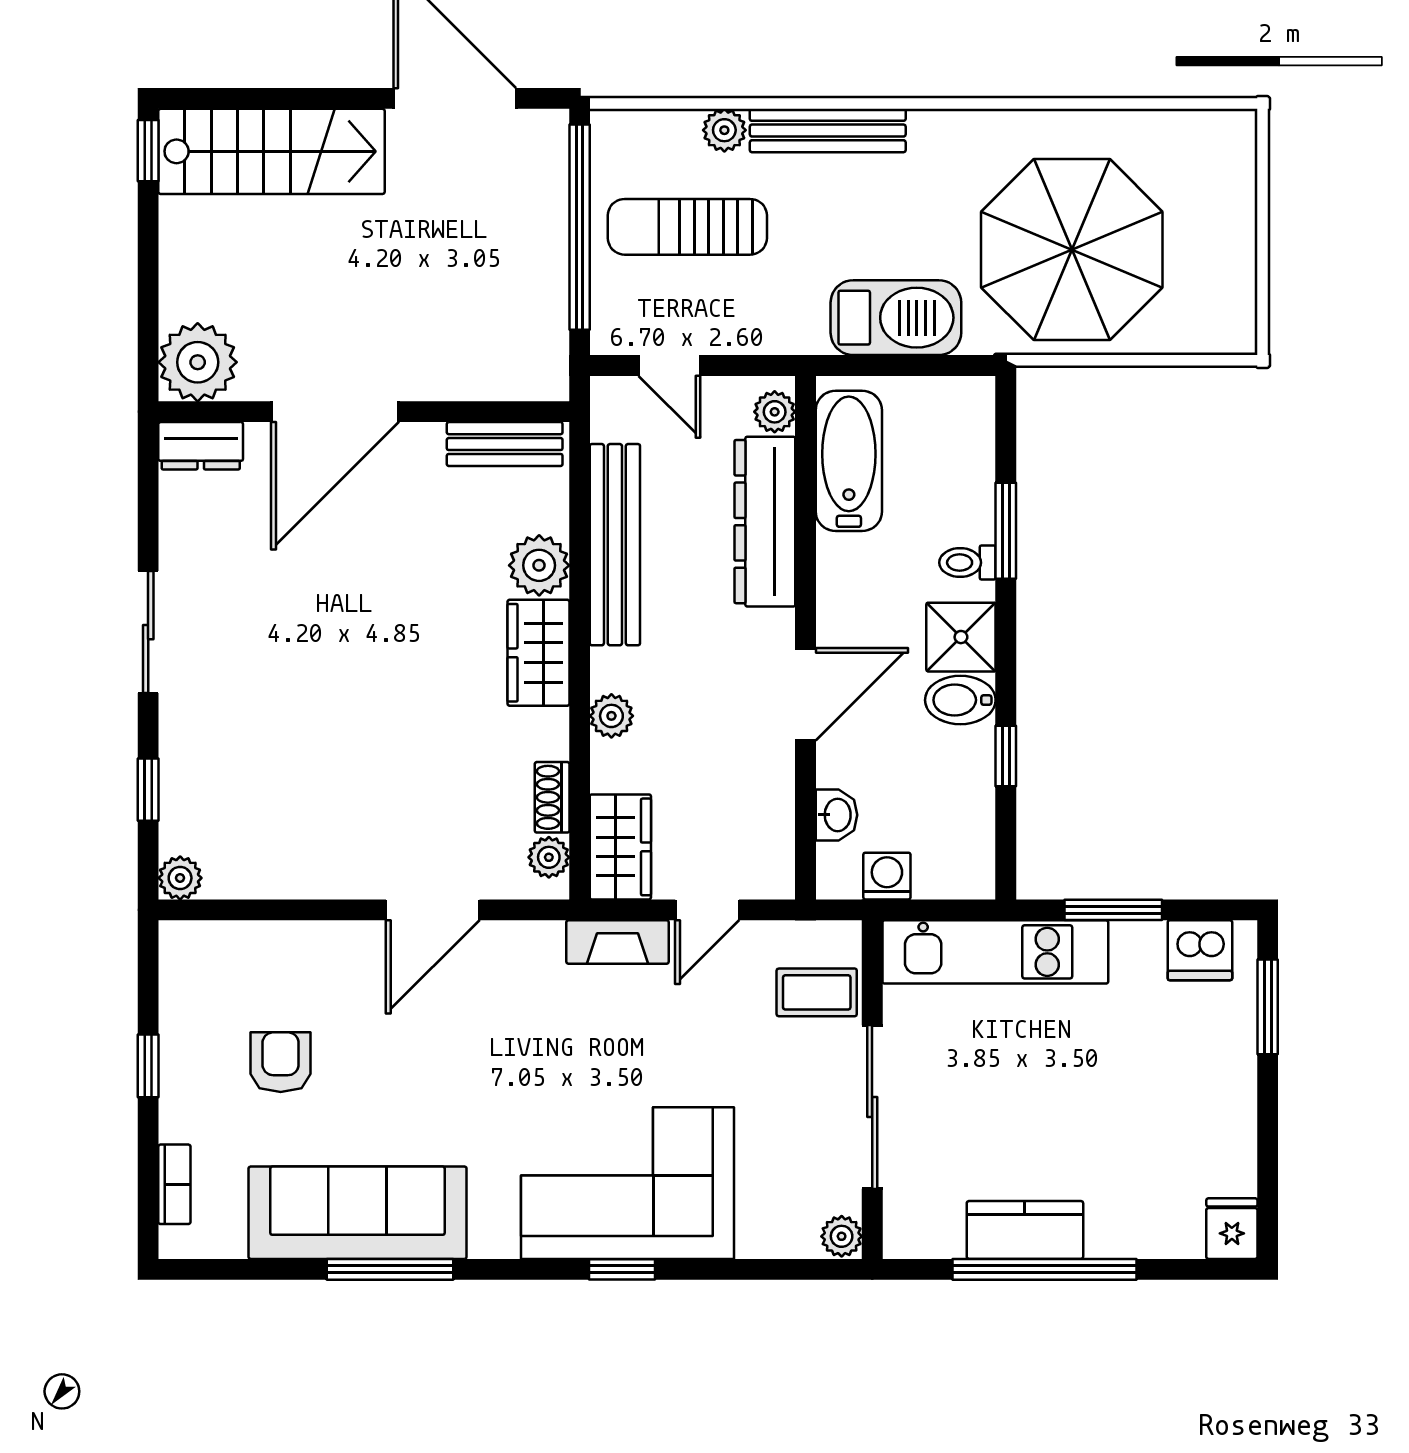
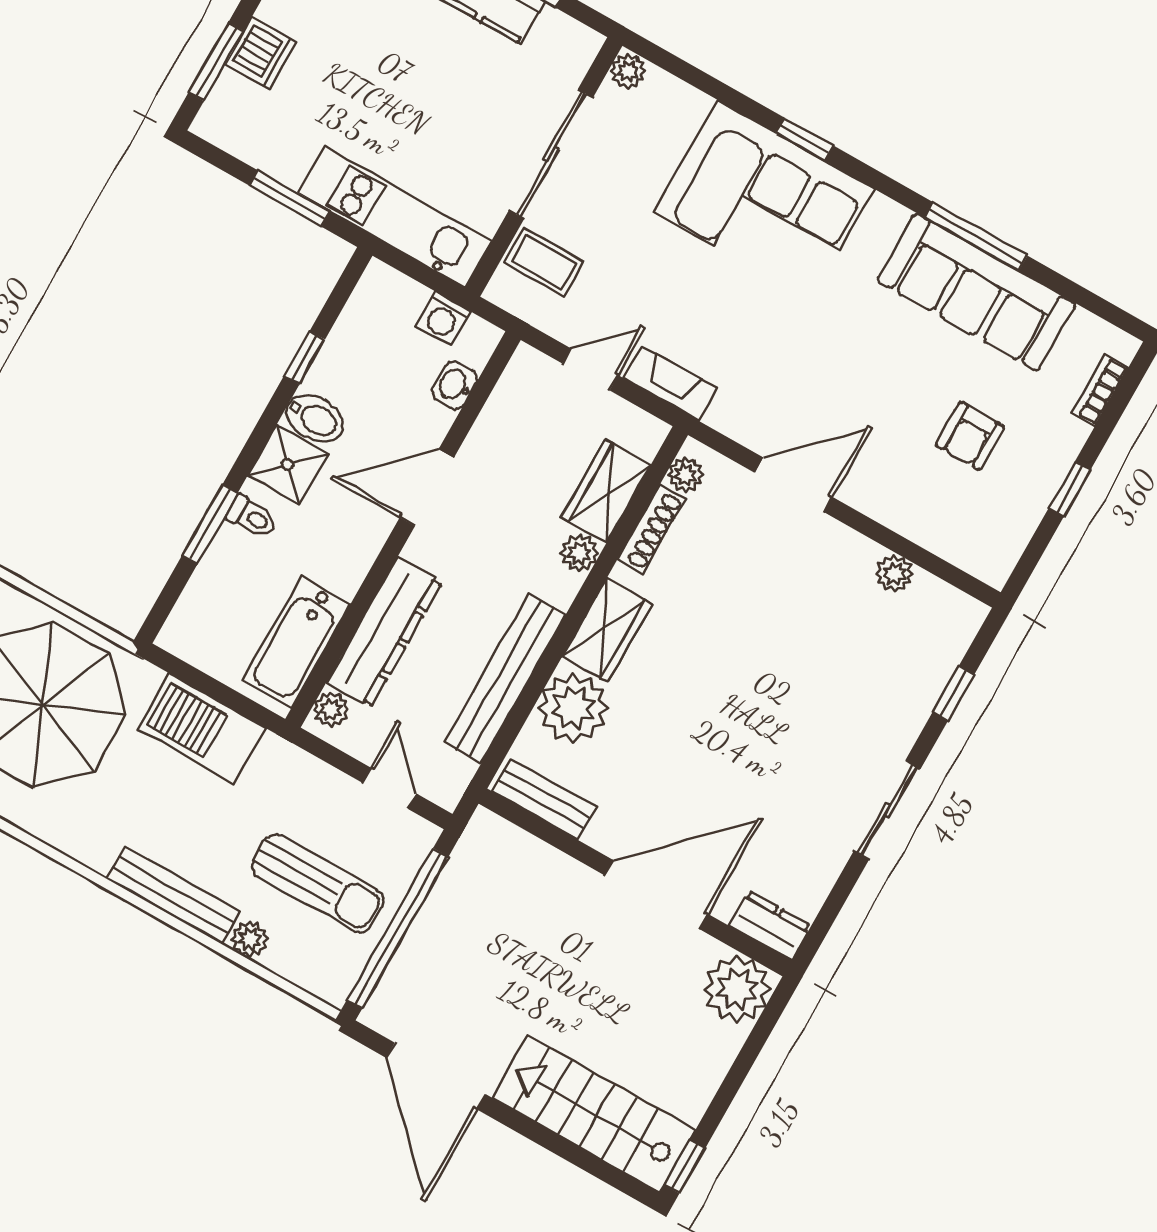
plant: (539, 565) -> (573, 708), width x1.36, depth x1.36
shoe rack: (552, 797) -> (651, 529), width x1.43
wardrobe: (620, 847) -> (606, 491), moved
plant: (180, 878) -> (895, 573), moved
dishwasher: (1200, 950) -> (261, 53), moved, turned 90

